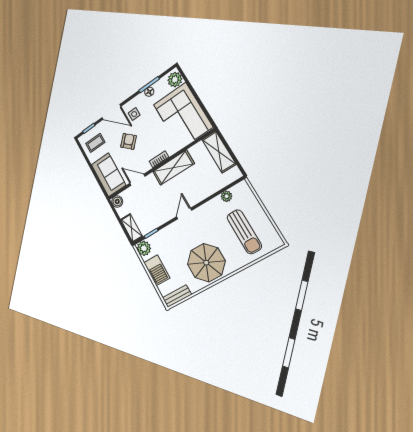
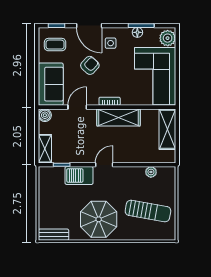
door: (137, 180) -> (77, 107), hinge flipped
sun lounger: (244, 232) -> (148, 211), turned -80
plant: (144, 248) -> (46, 174), removed
barbecue: (157, 270) -> (79, 175), moved, turned 90

